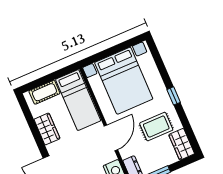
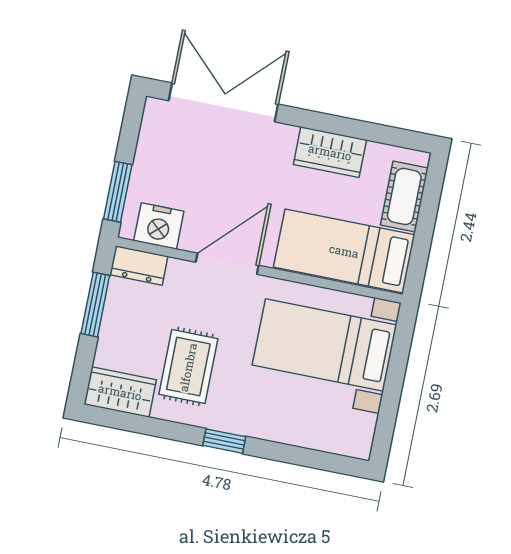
bed with nightstands: (124, 81) -> (325, 345), width x0.73
door: (111, 138) -> (227, 264), swing flipped

